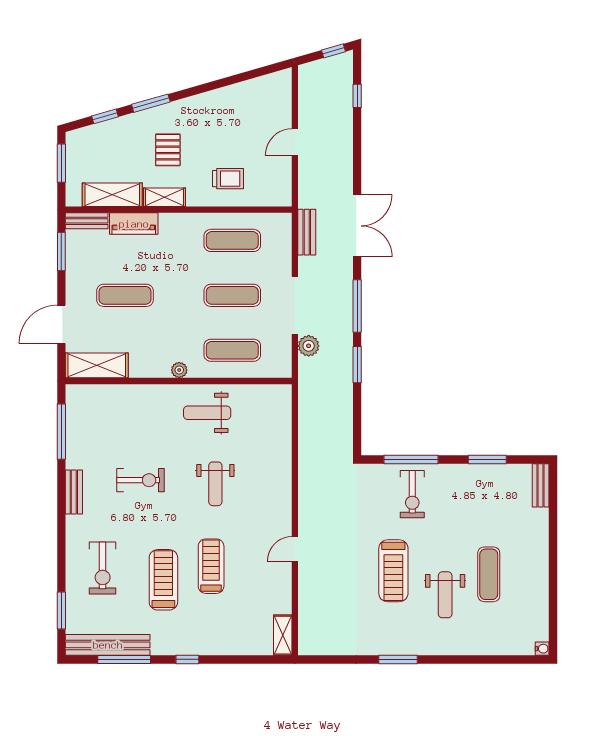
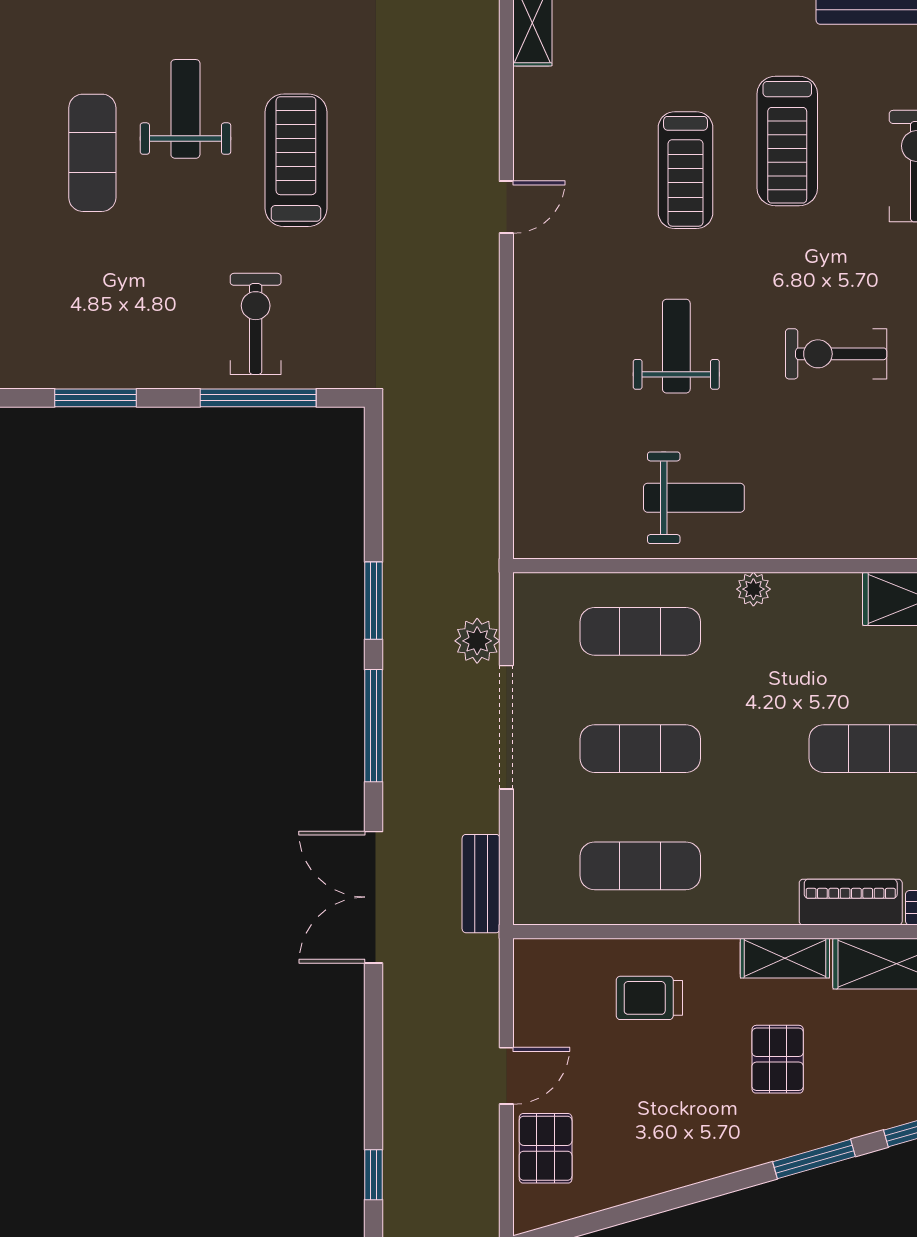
pallet: (277, 108) -> (546, 1148), added

